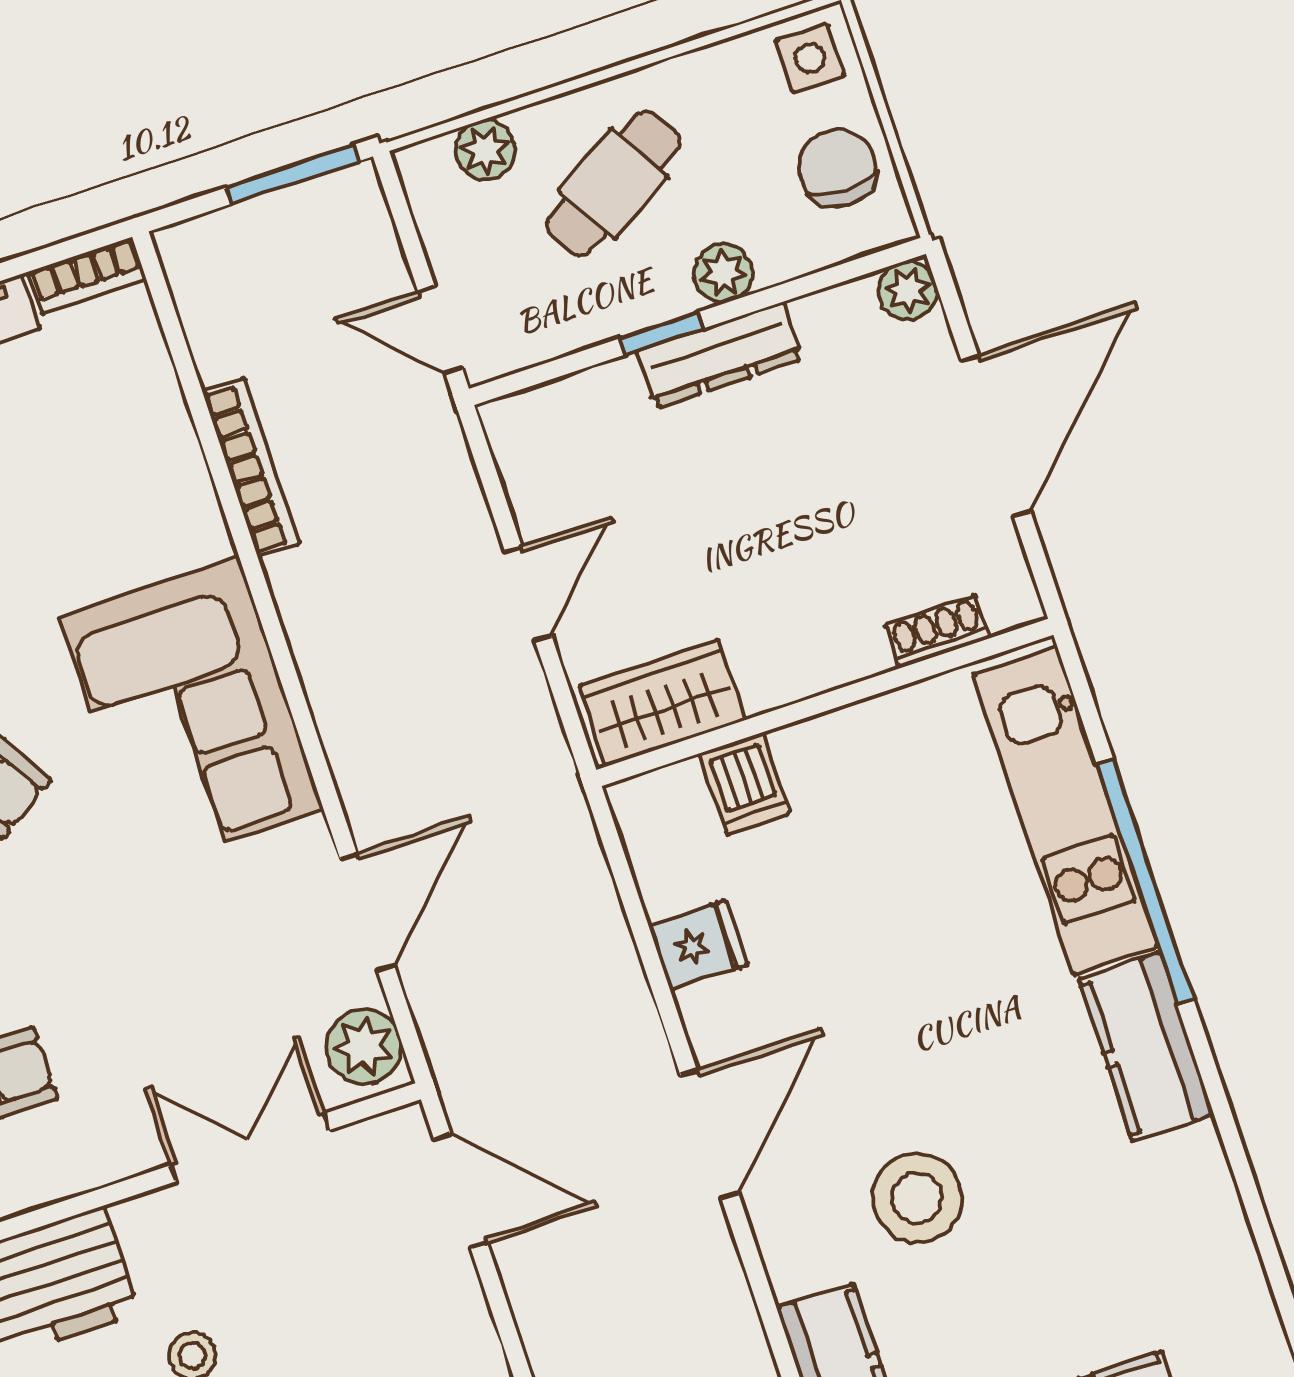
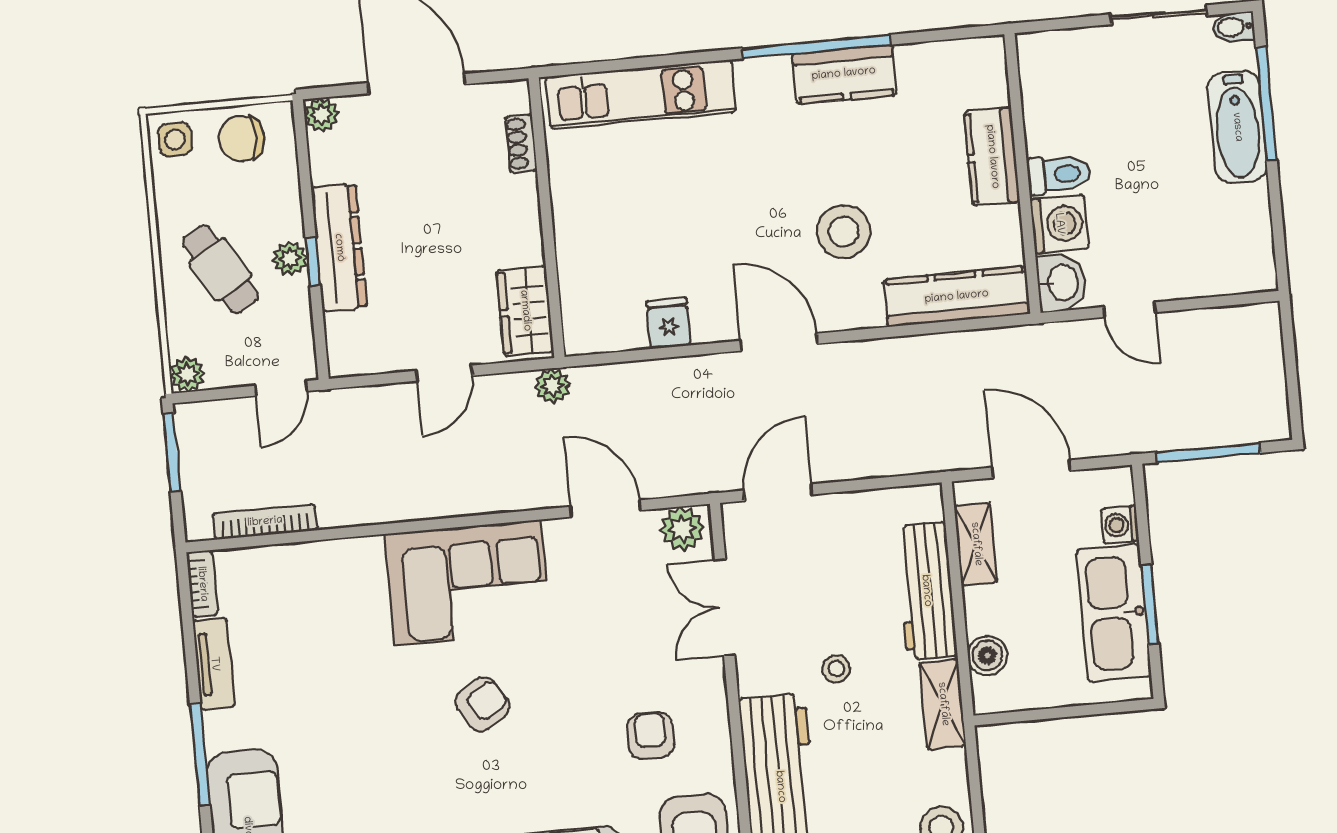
plant: (485, 150) -> (187, 374), moved
plant: (723, 273) -> (290, 258), moved
dresser: (720, 355) -> (339, 248), width x1.37, depth x1.24
bookcase: (251, 468) -> (265, 522), moved
door: (528, 594) -> (444, 373), swing flipped
plant: (549, 777) -> (552, 386), added
dishwasher: (745, 784) -> (582, 275), removed
window: (1145, 882) -> (816, 47), moved
kitchen counter: (1146, 1047) -> (844, 74), moved

